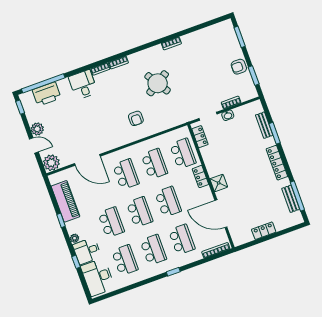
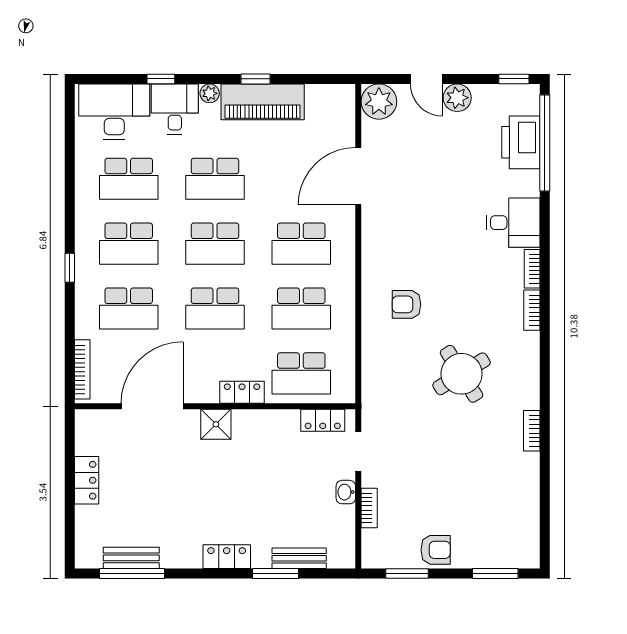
armchair: (239, 67) -> (436, 550), turned 90
door: (34, 145) -> (426, 79), hinge flipped
locker: (277, 163) -> (227, 557), width x0.66
piano: (65, 201) -> (263, 102), moved

